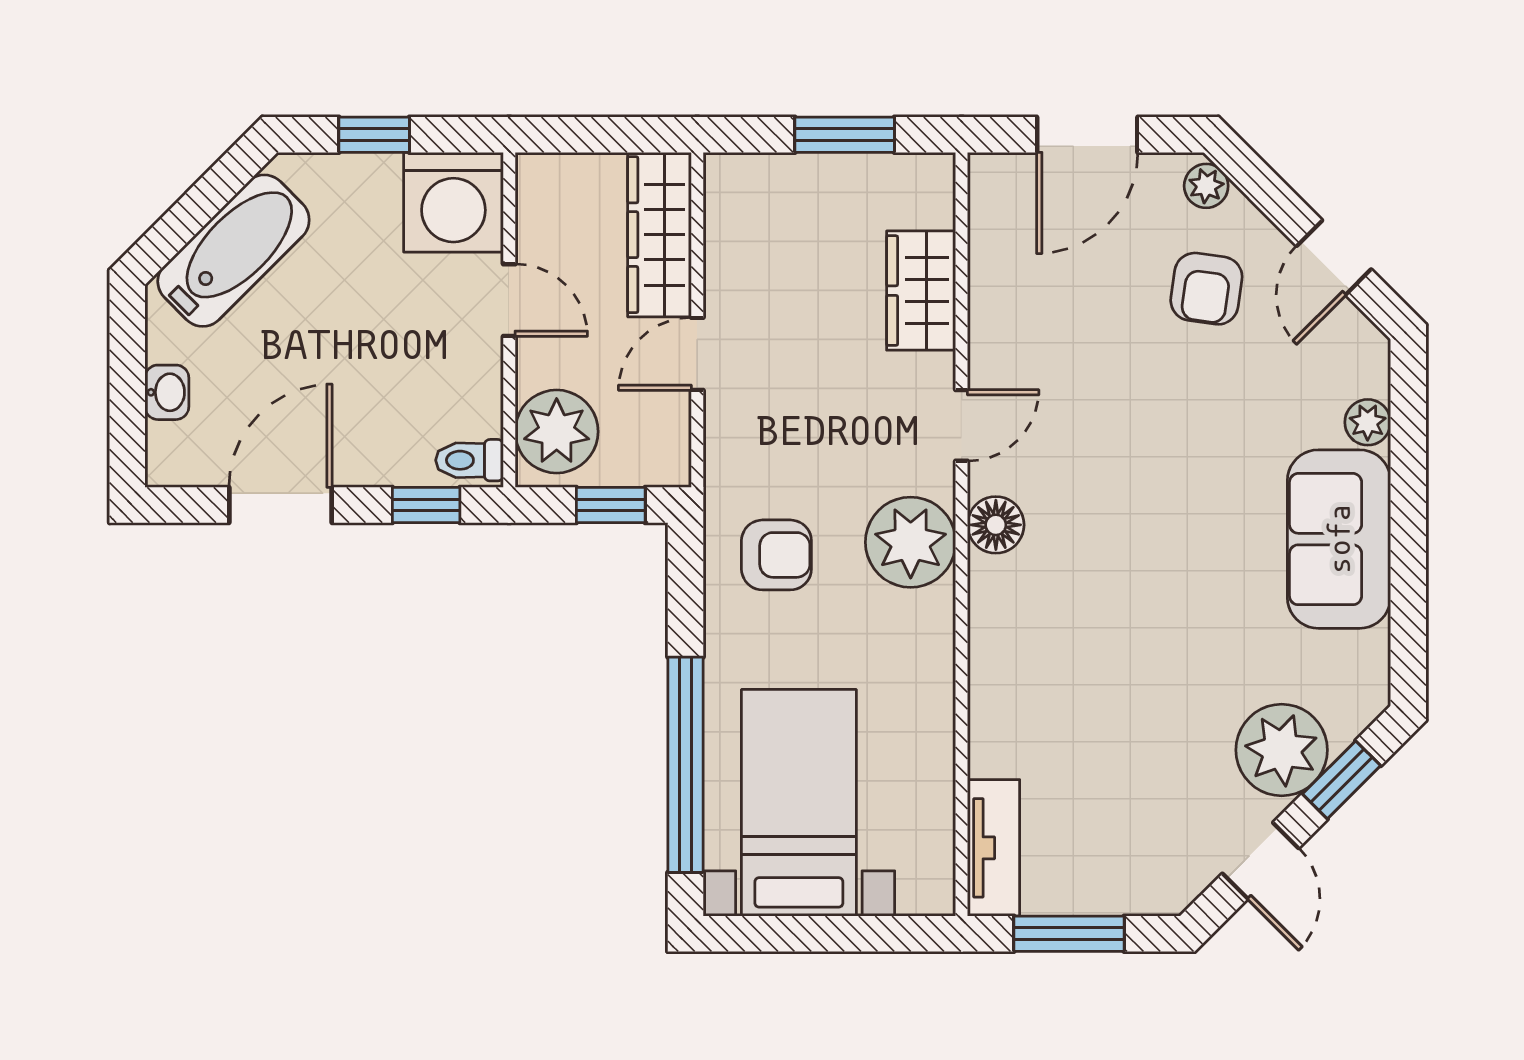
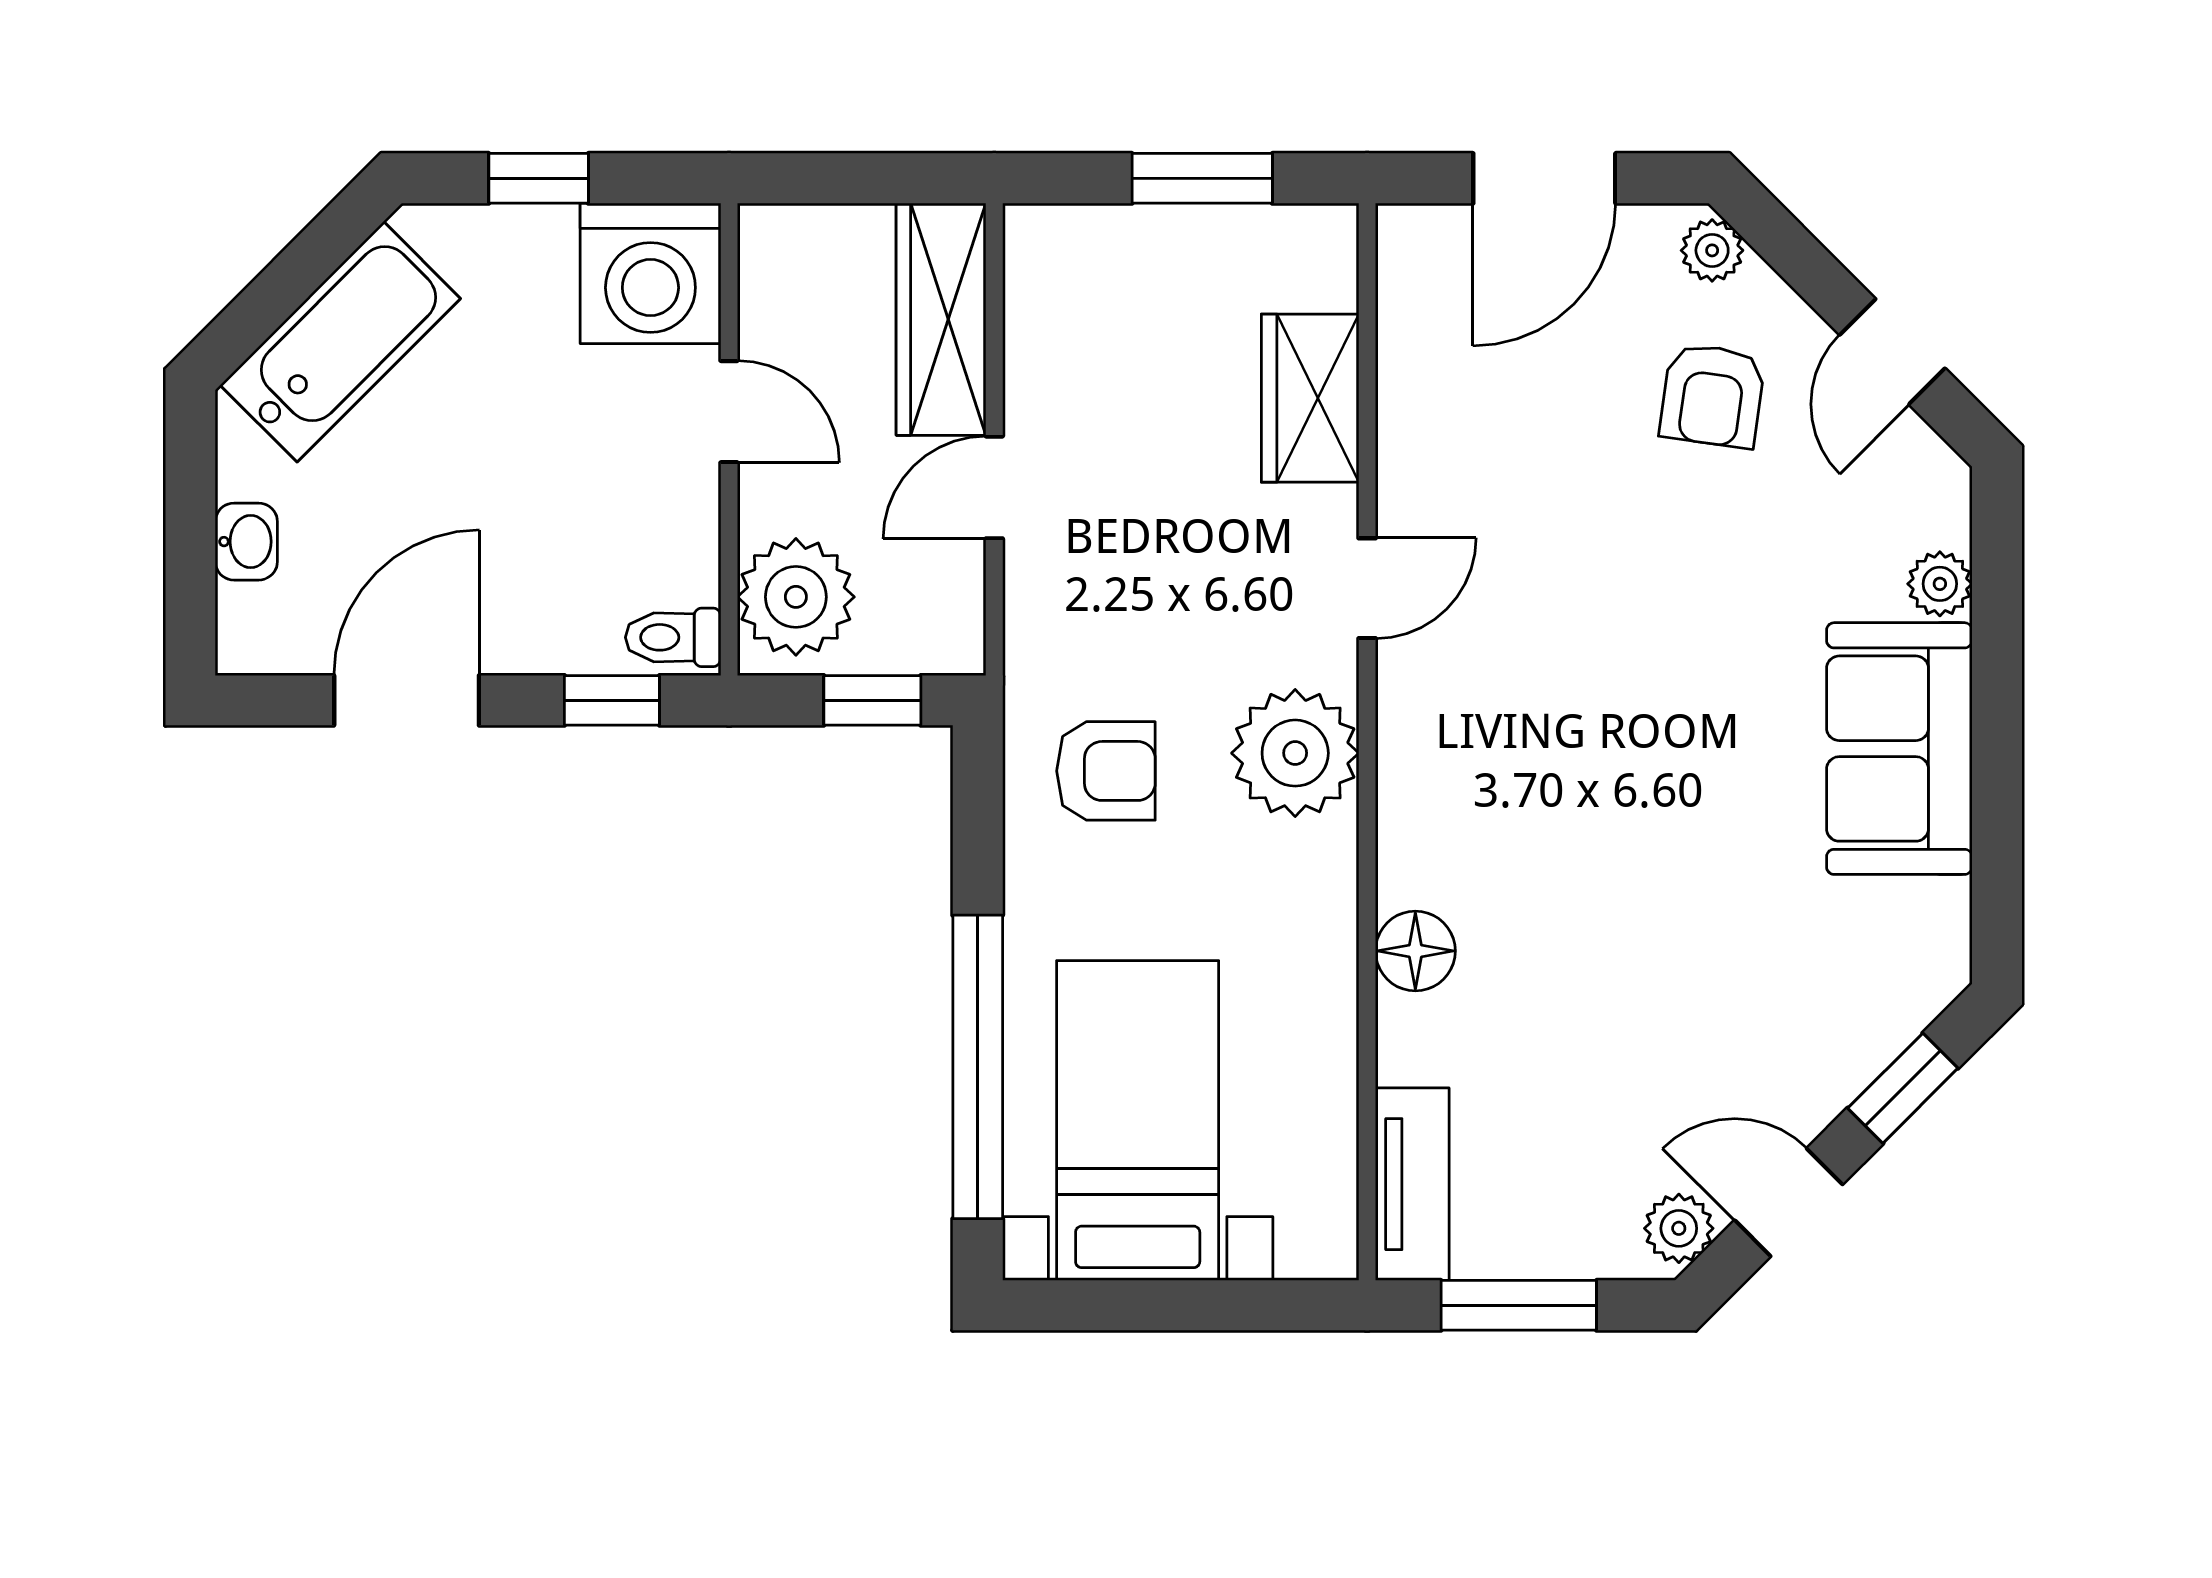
floor lamp: (996, 525) -> (1415, 951), moved
plant: (1282, 750) -> (1679, 1228), moved, width x0.53, depth x0.53
door: (1260, 861) -> (1789, 1202), swing flipped

